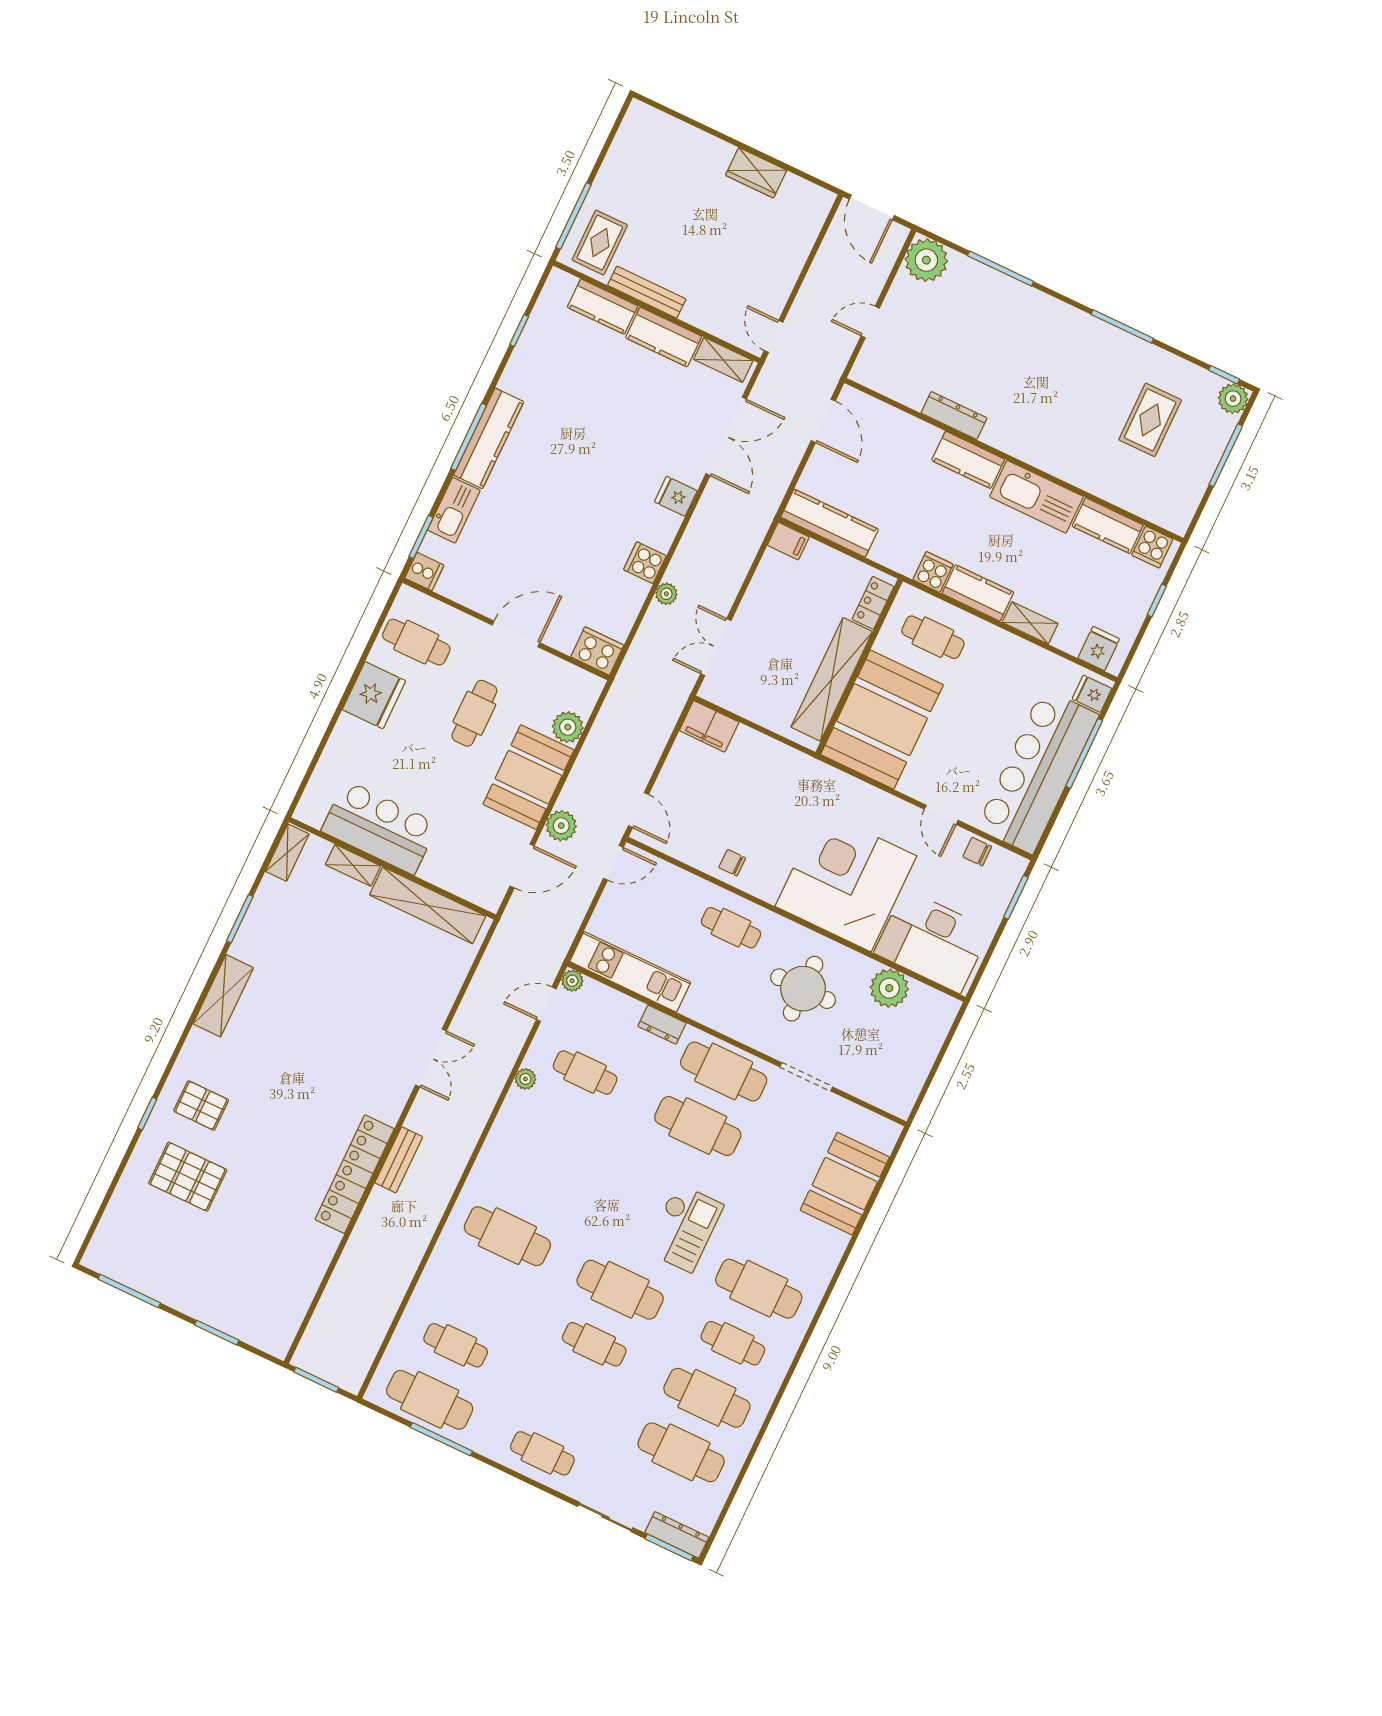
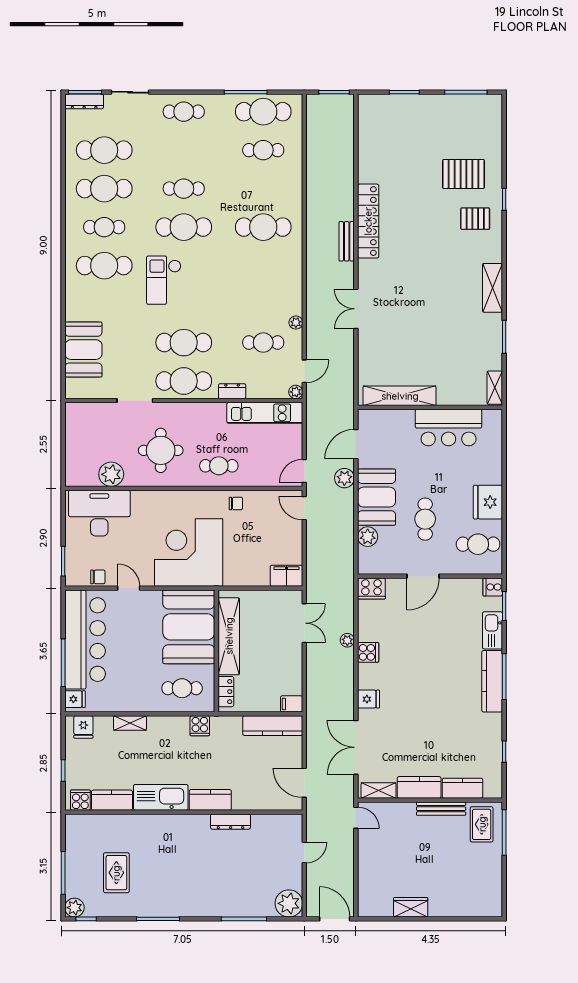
kitchen counter: (978, 593) -> (168, 726), removed
shelving: (353, 865) -> (454, 398), removed
corner desk: (846, 881) -> (189, 553), moved, turned 180

